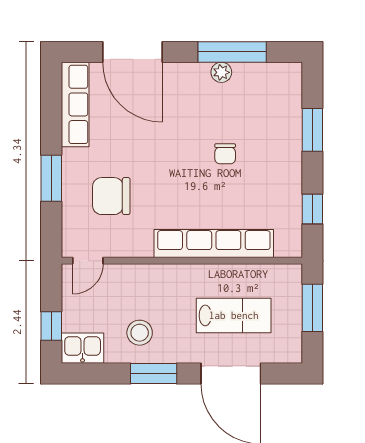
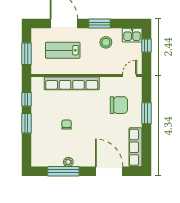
window: (312, 130) -> (26, 123), moved

